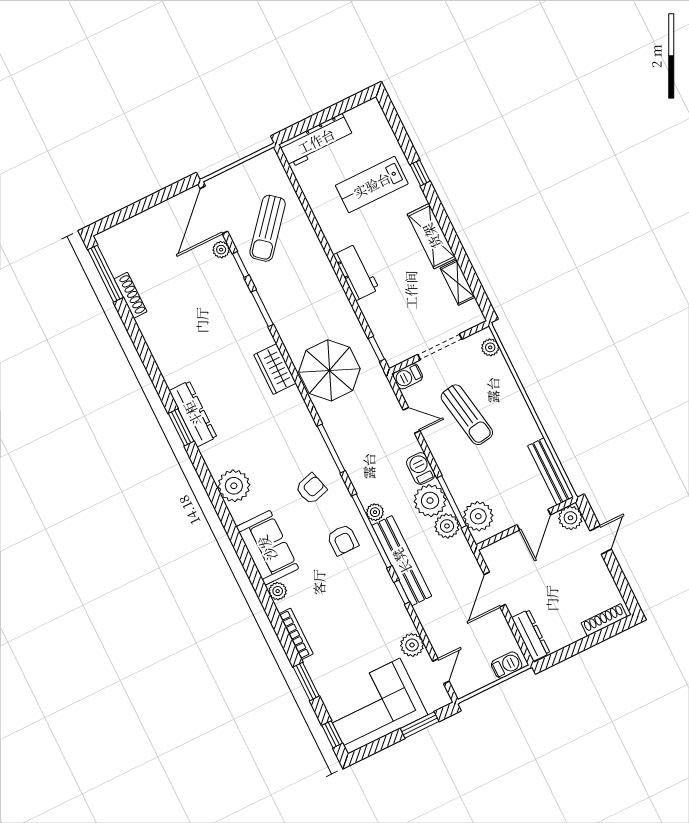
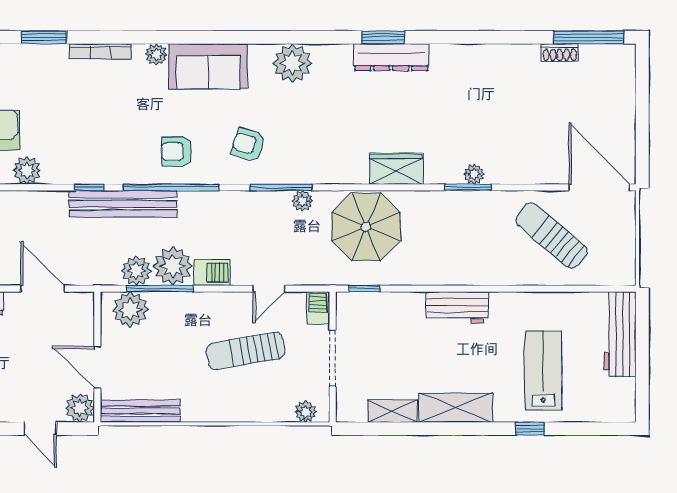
plant: (221, 250) -> (474, 174), moved
window: (241, 264) -> (527, 187), removed
shoe rack: (130, 295) -> (560, 53), width x0.70
armchair: (311, 489) -> (248, 145), turned 123
plant: (375, 512) -> (303, 201), moved

